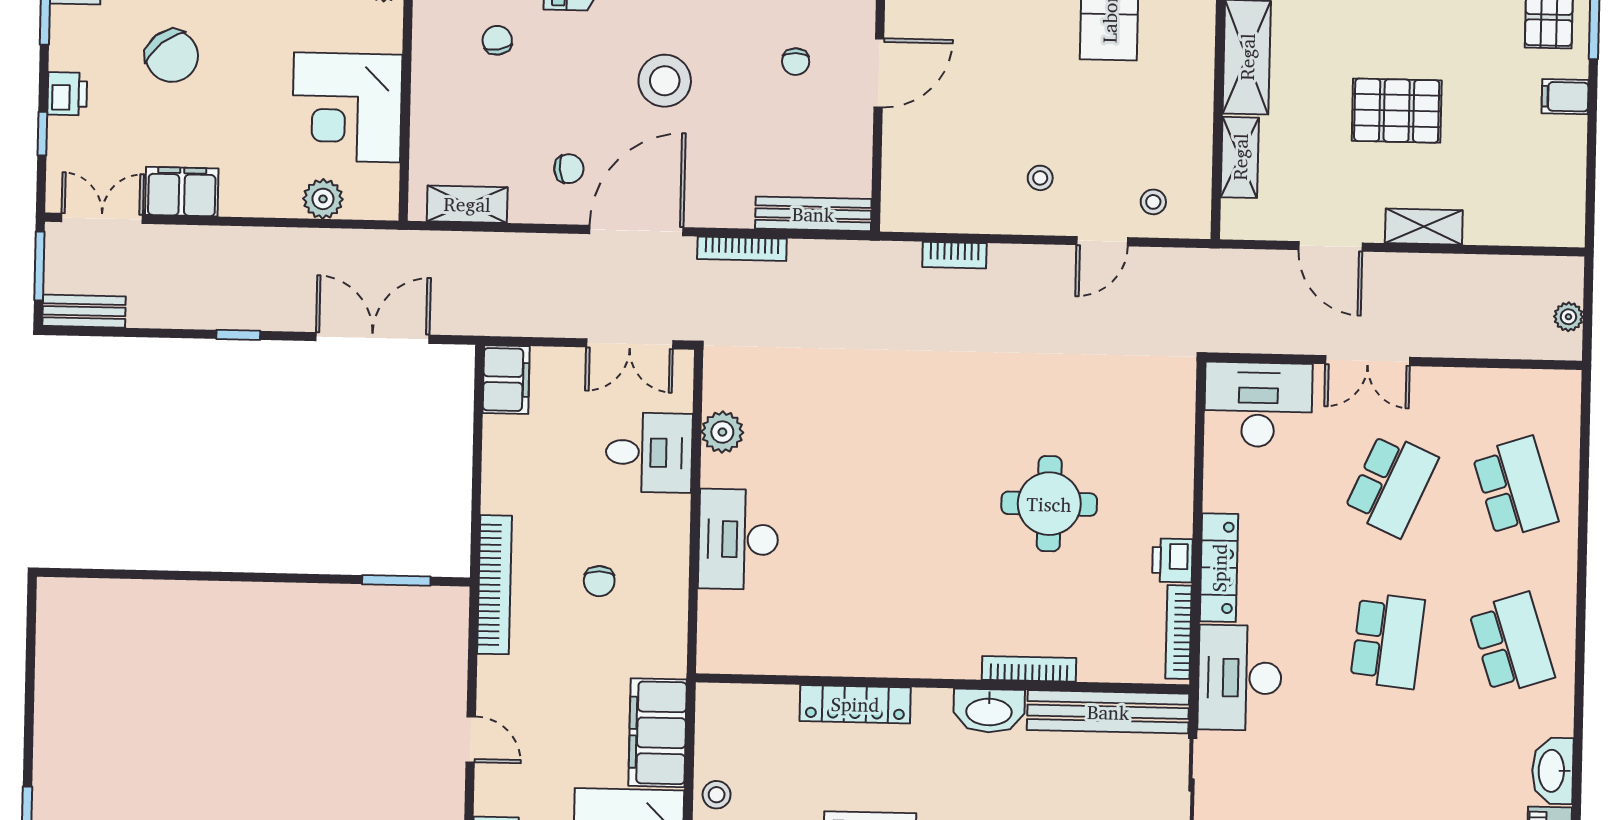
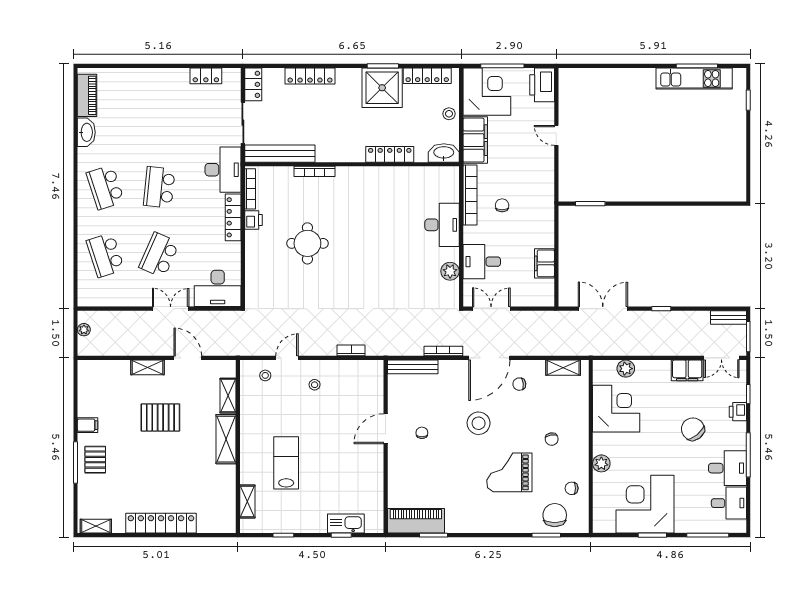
double door: (373, 338) -> (603, 309), swing flipped
filing cabinet: (506, 380) -> (544, 263), moved
bookcase: (495, 585) -> (470, 195), moved, turned 180
washbasin: (989, 711) -> (444, 153), moved

